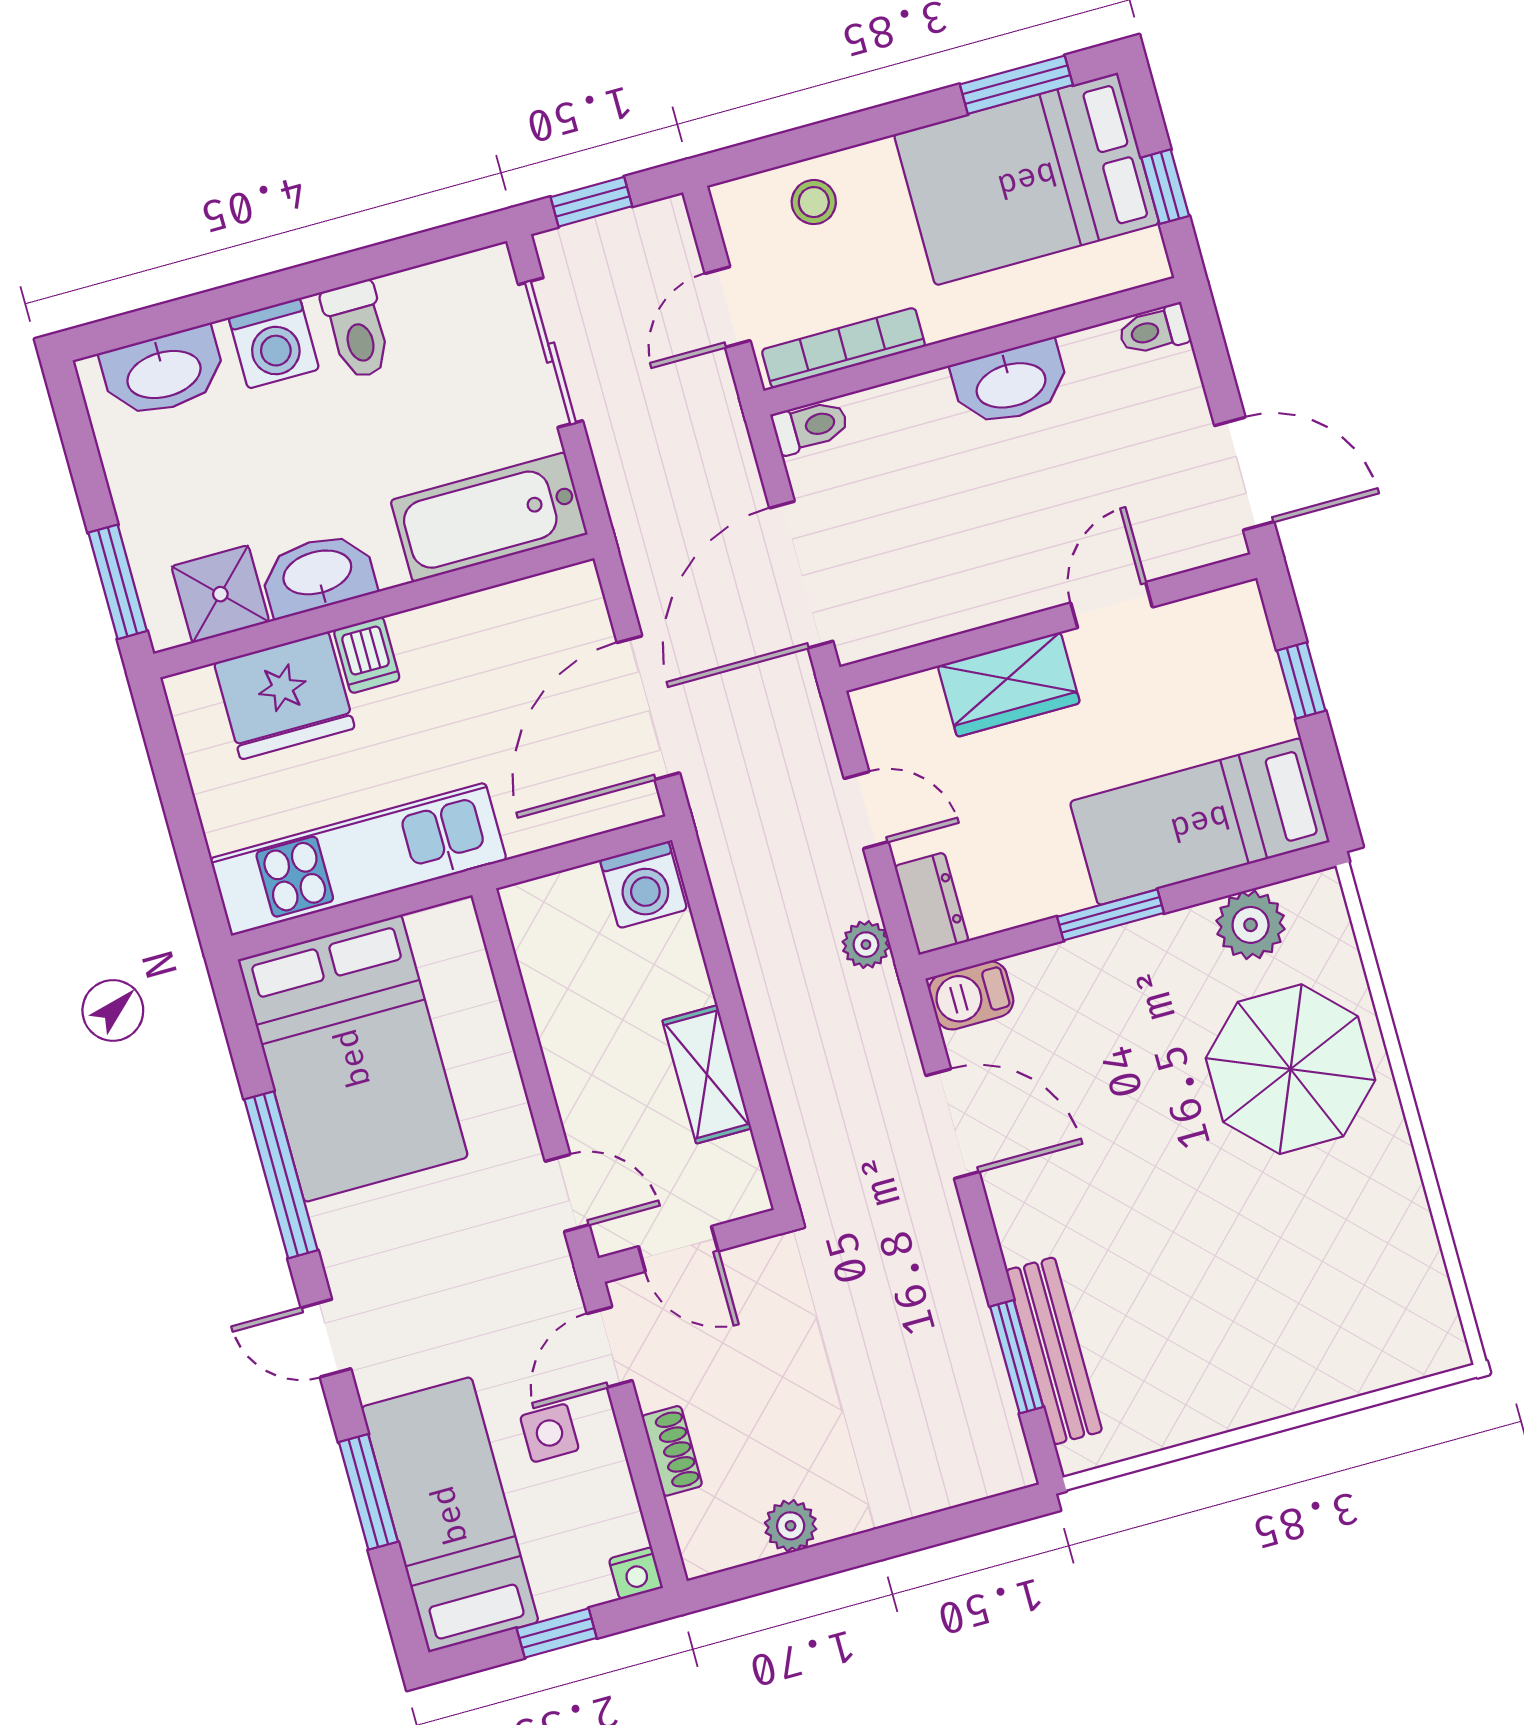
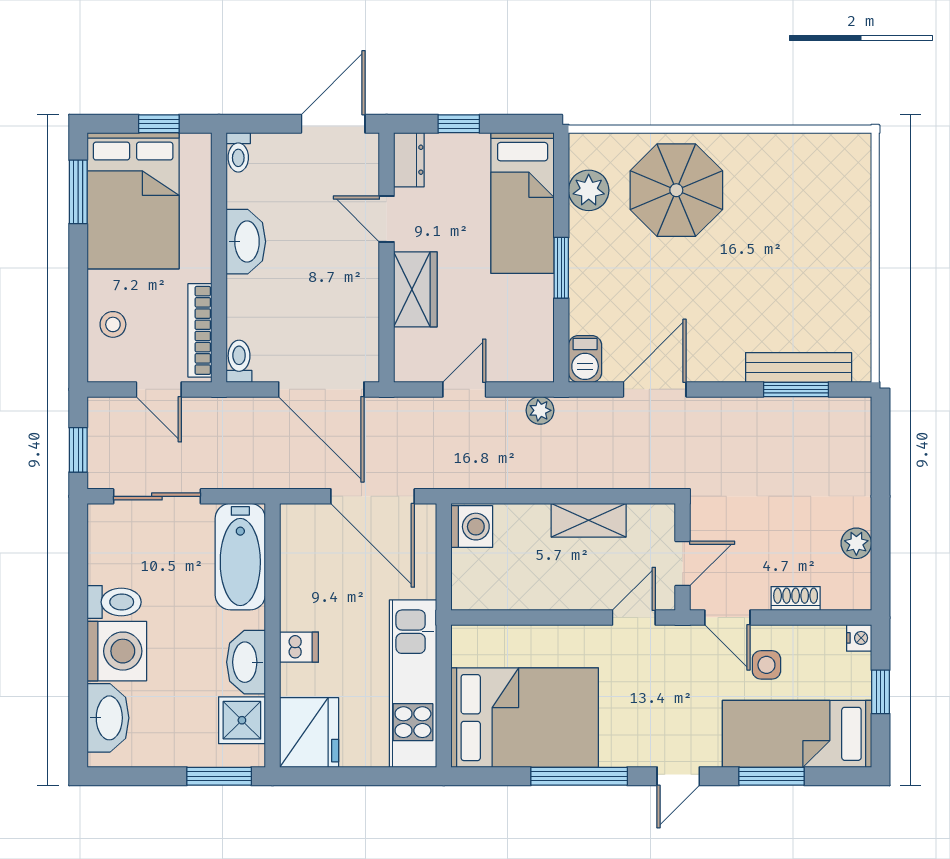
washing machine: (274, 343) -> (117, 651), width x1.37, depth x1.37
fridge: (284, 696) -> (309, 733), moved
dresser: (932, 904) -> (409, 160), moved, turned 90

